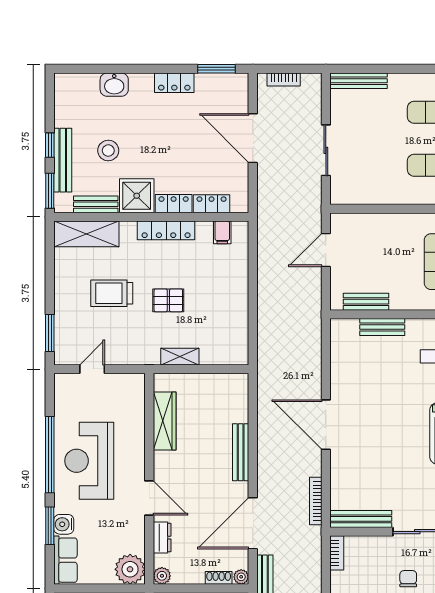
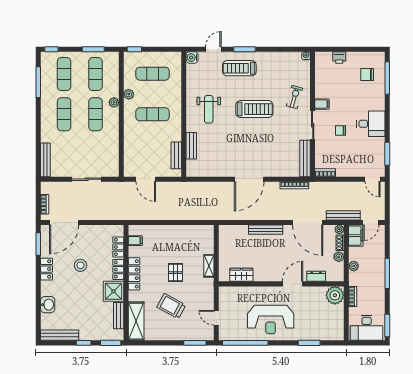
door: (253, 138) -> (64, 223), moved
stool: (108, 151) -> (80, 265), moved
bench: (63, 160) -> (60, 335), moved
trolley: (112, 293) -> (171, 306), turned 119
wardrobe: (165, 421) -> (241, 275), width x0.67
window: (50, 455) -> (245, 343), moved
water cooler: (64, 524) -> (308, 335), removed
row of seats: (65, 560) -> (329, 334), removed
plant: (162, 576) -> (339, 257), moved

